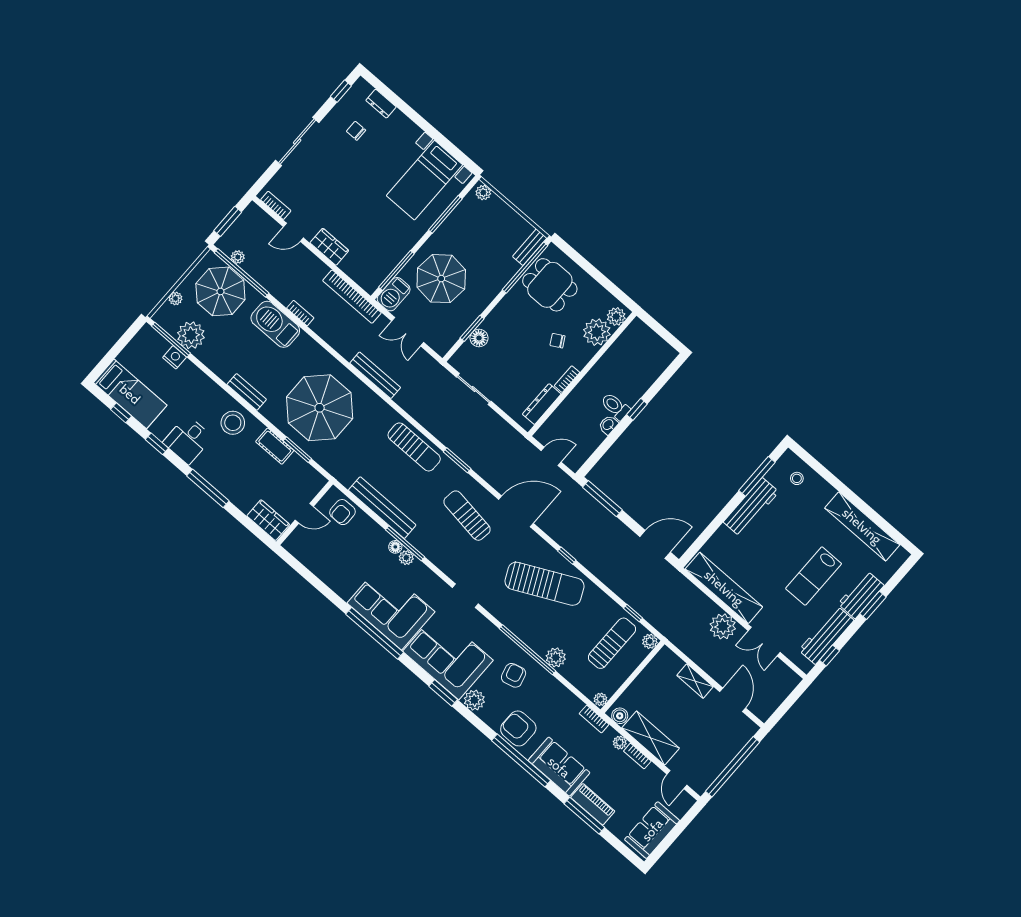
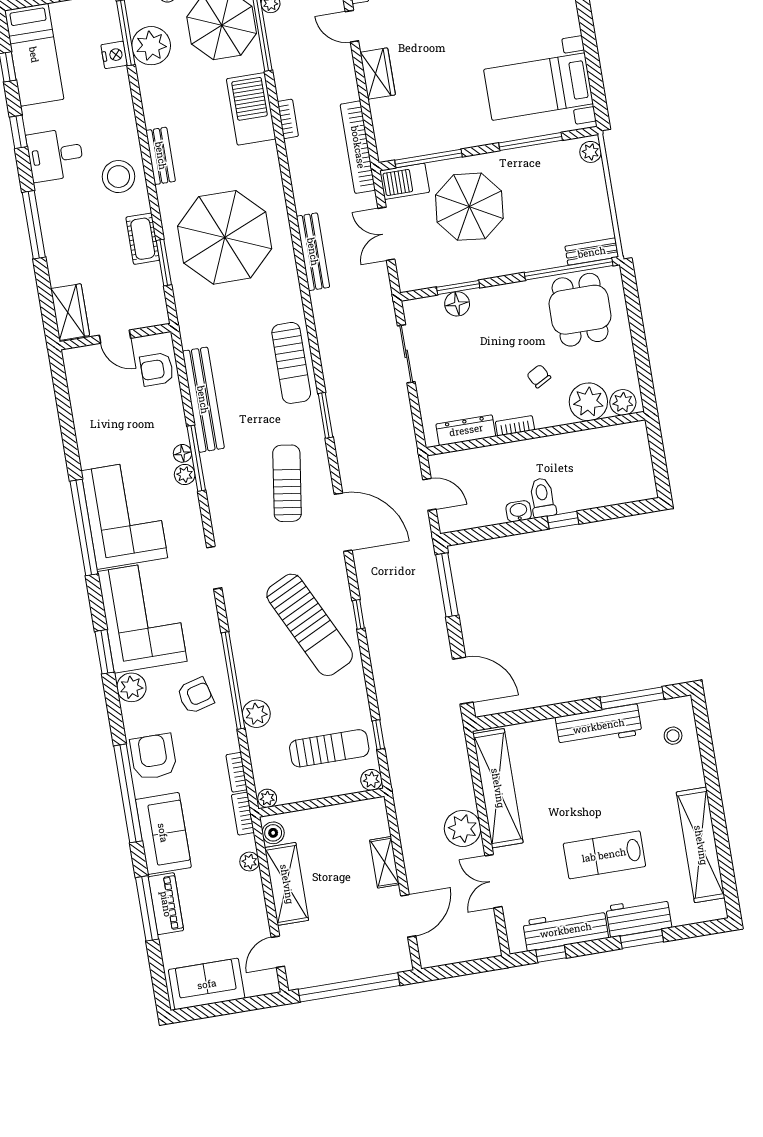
bookcase: (637, 756) -> (237, 772), moved

